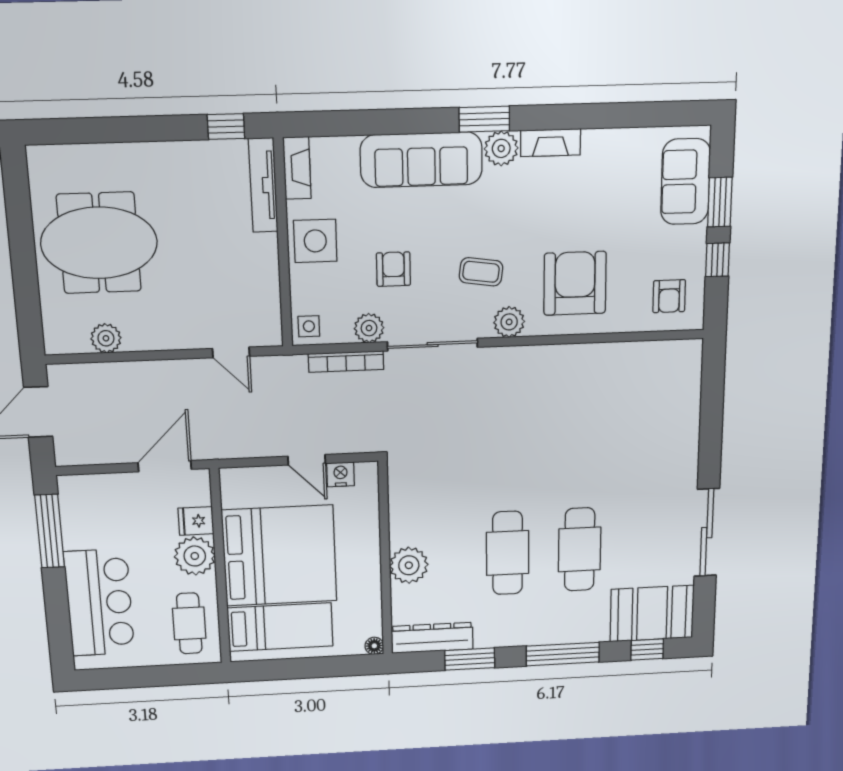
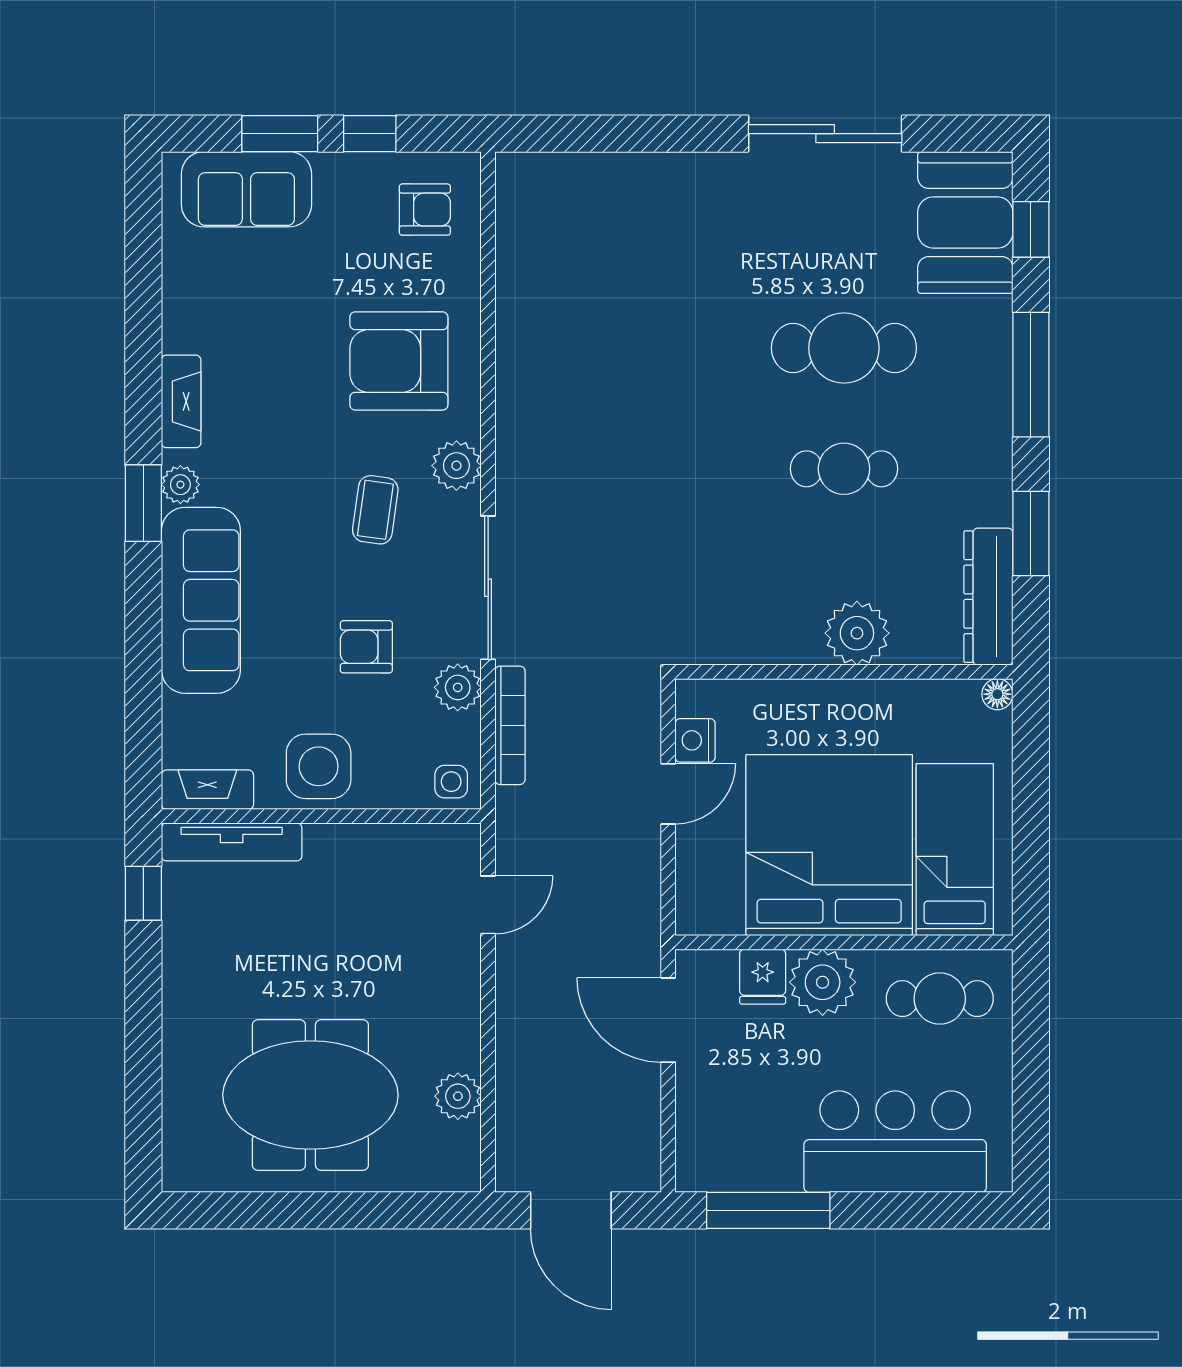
plant: (501, 148) -> (180, 485), width x0.73, depth x0.73
meeting table: (99, 243) -> (310, 1095), turned 90
cafe table: (508, 553) -> (844, 469), width x0.73, depth x0.74

